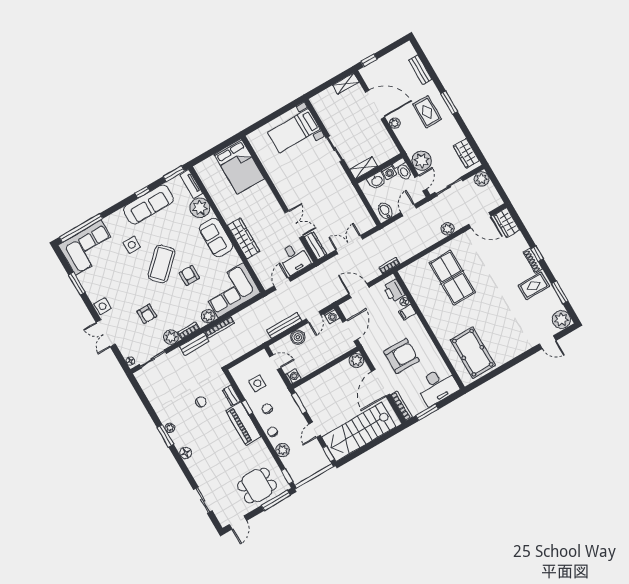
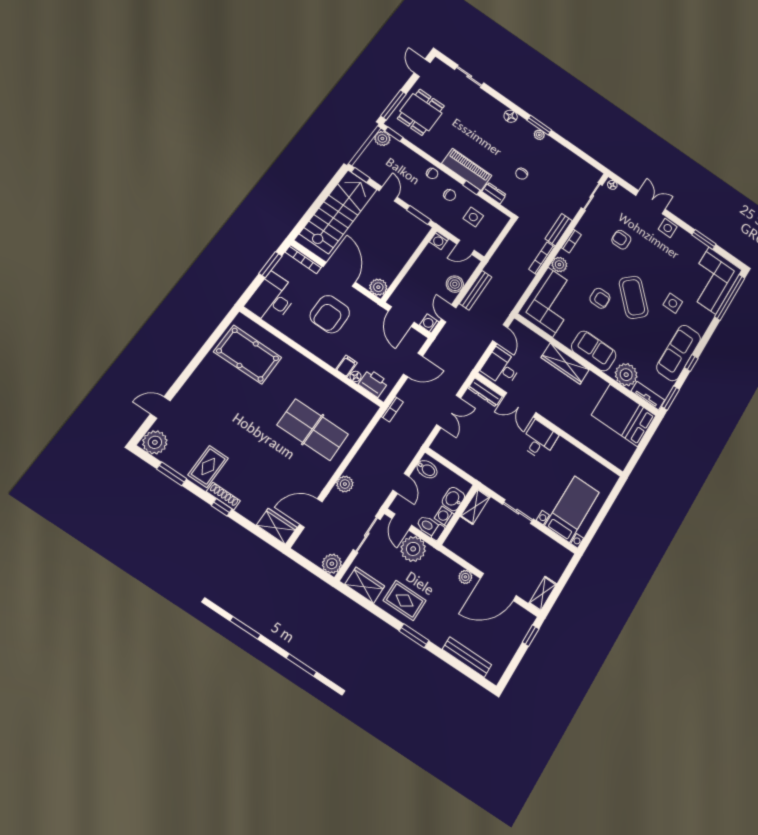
bench: (420, 70) -> (467, 657), width x1.36
rug: (427, 112) -> (405, 600), moved
bed: (239, 166) -> (624, 415), moved
desk: (293, 192) -> (539, 440), added
plant: (171, 337) -> (585, 227), removed
plant: (283, 450) -> (382, 138), moved

